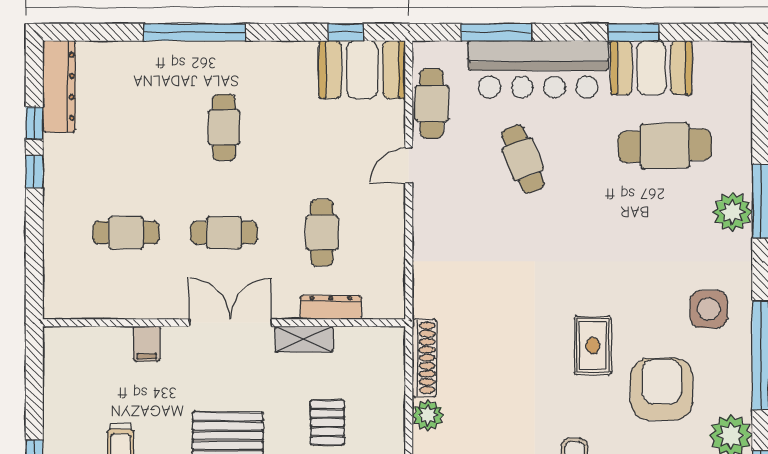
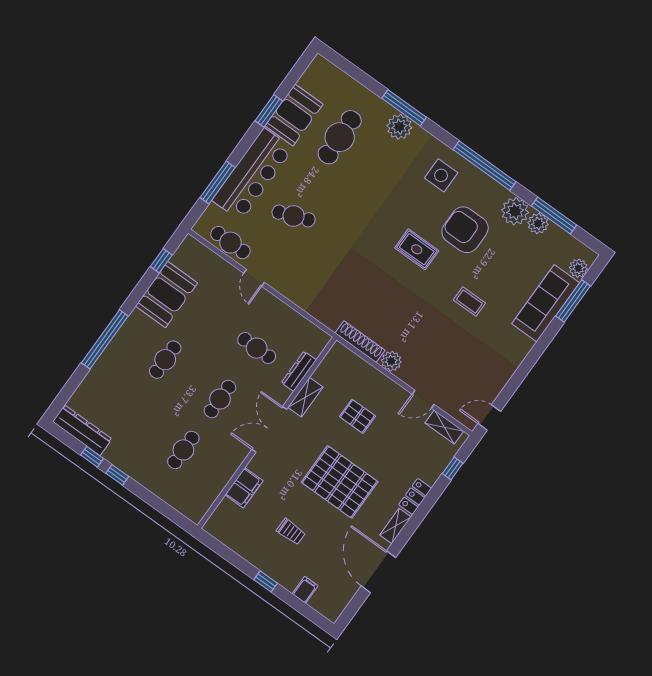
booth: (362, 70) -> (166, 294), moved
cafe table: (224, 127) -> (165, 360), turned 90
filing cabinet: (147, 344) -> (244, 488), width x2.00

